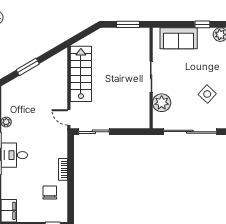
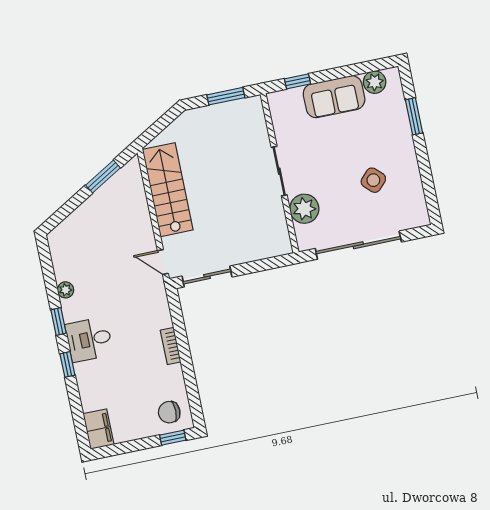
window: (202, 24) -> (298, 81), moved
sofa: (179, 38) -> (334, 97), moved
window: (28, 67) -> (103, 177), moved
chair: (50, 192) -> (169, 412), moved, turned -90

